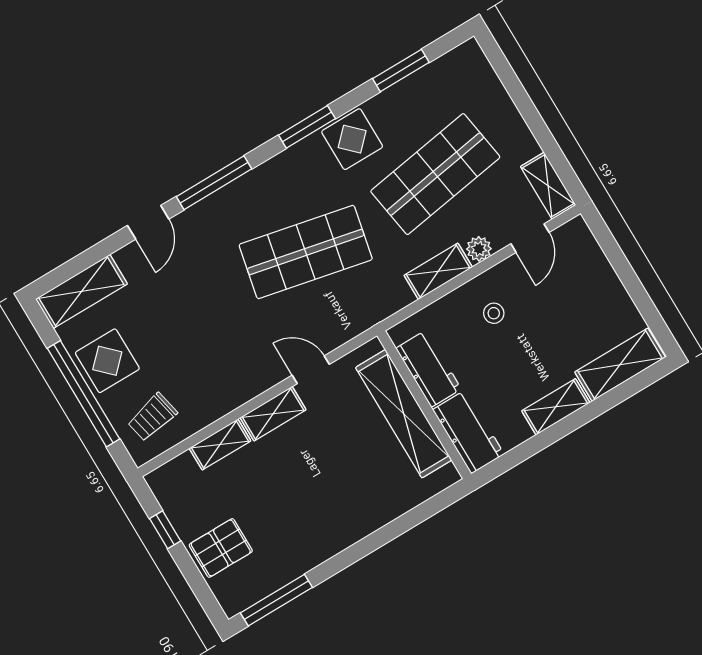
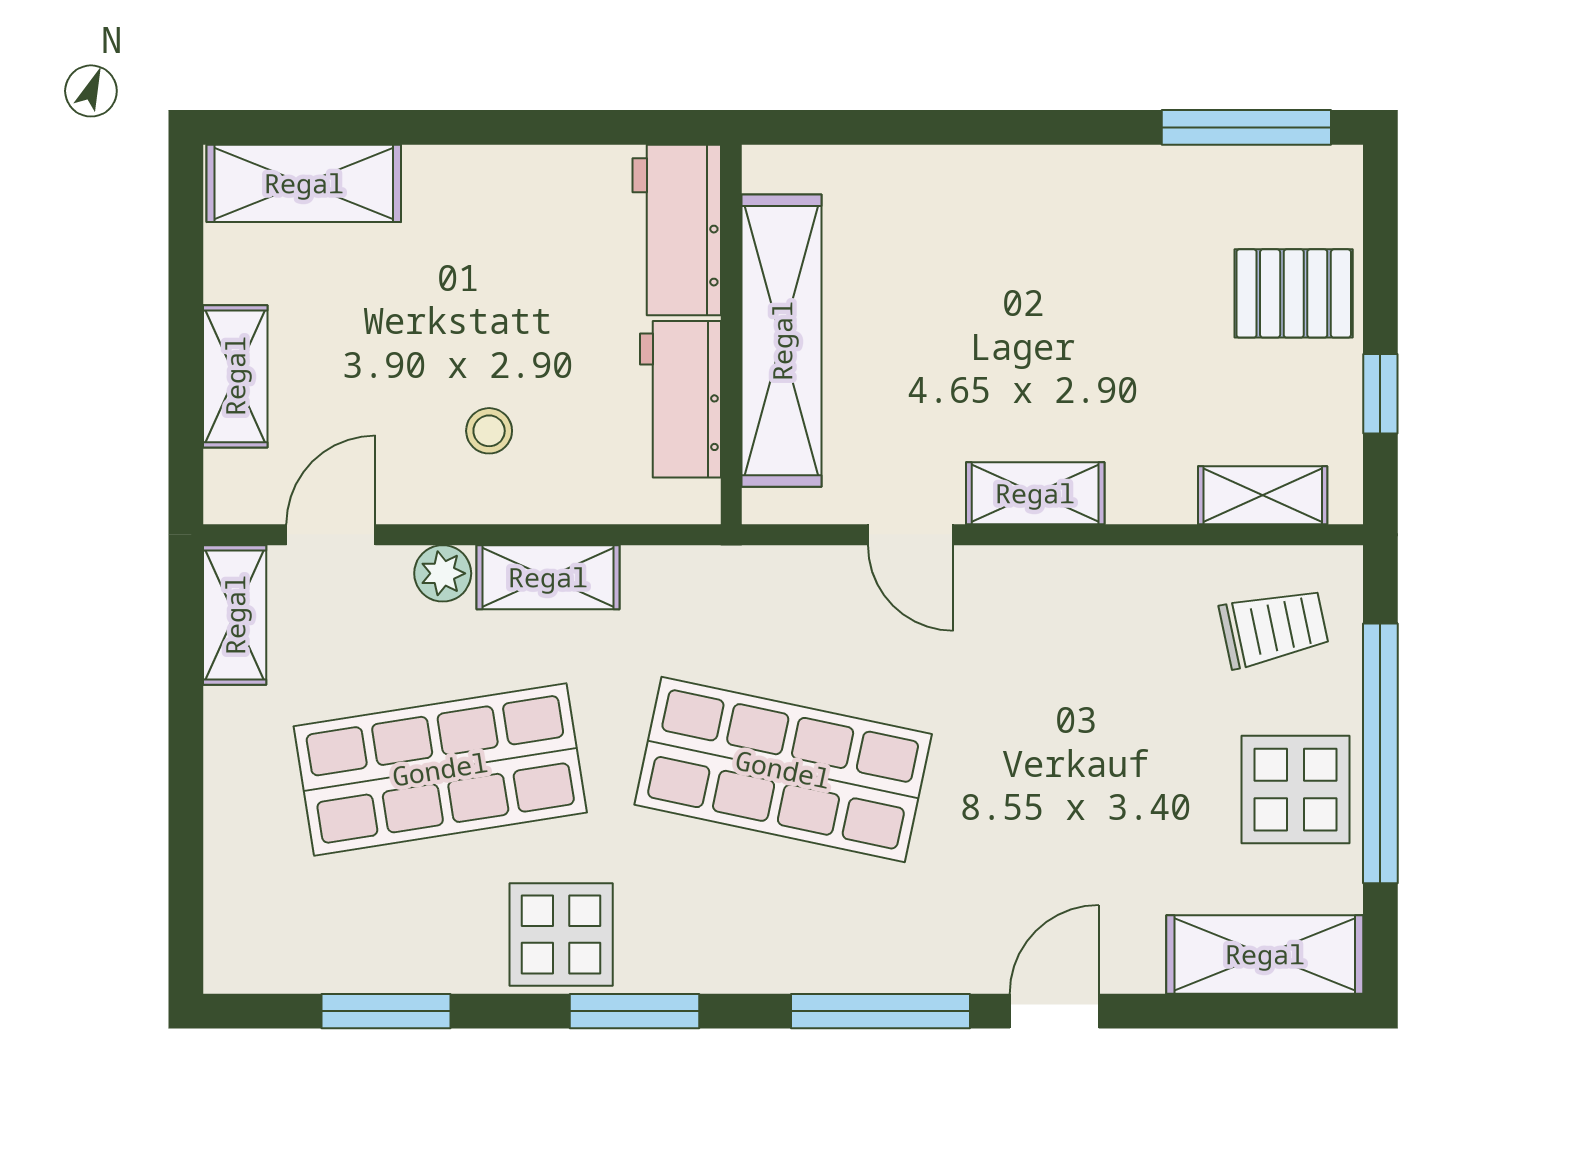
shelving: (556, 407) -> (235, 376), moved, turned 90
shelving: (220, 445) -> (1263, 495), moved

